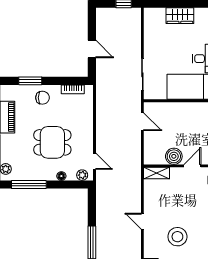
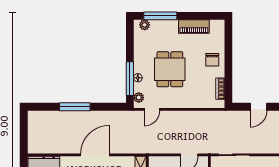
window: (30, 81) -> (228, 48), removed
window: (29, 184) -> (130, 79), moved
door: (142, 221) -> (95, 155), width x1.87

